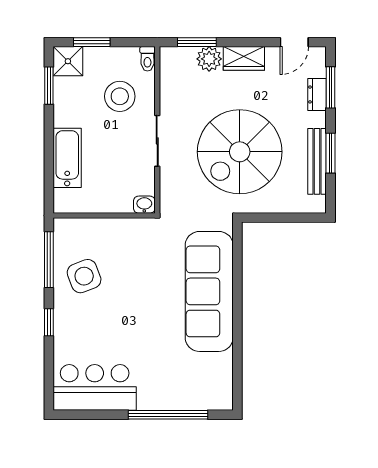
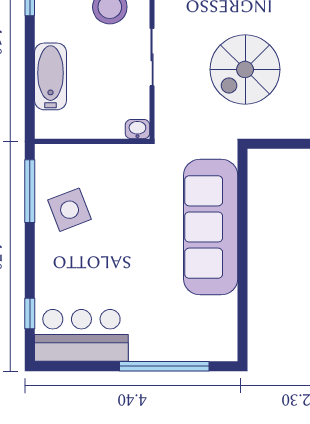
spiral stairs: (240, 152) -> (245, 69), width x0.73, depth x0.73
window: (49, 322) -> (30, 314), moved

